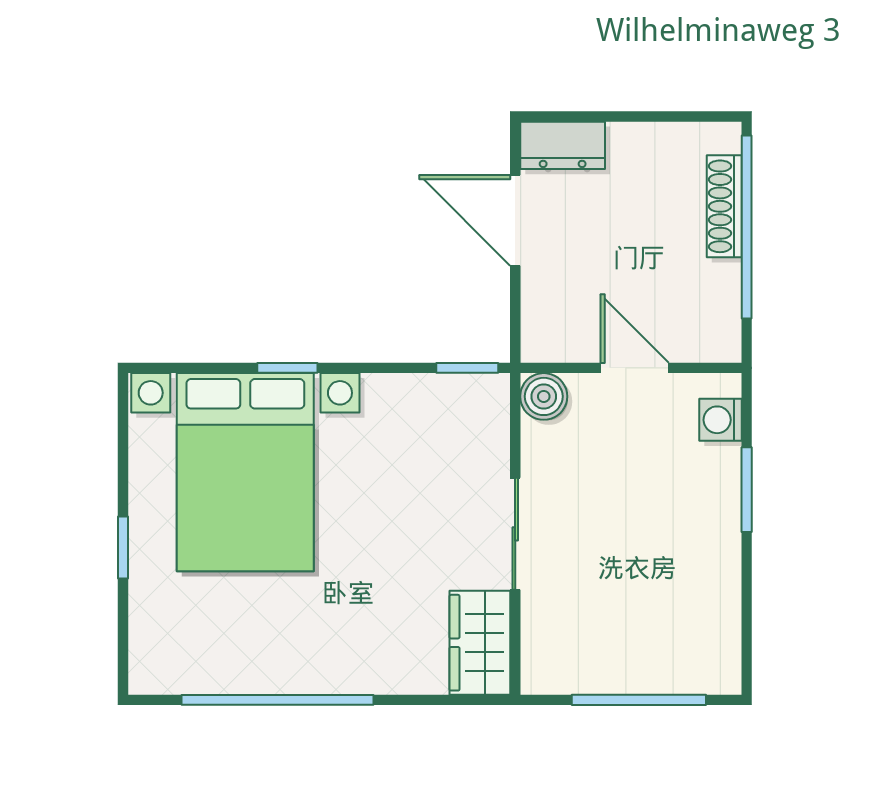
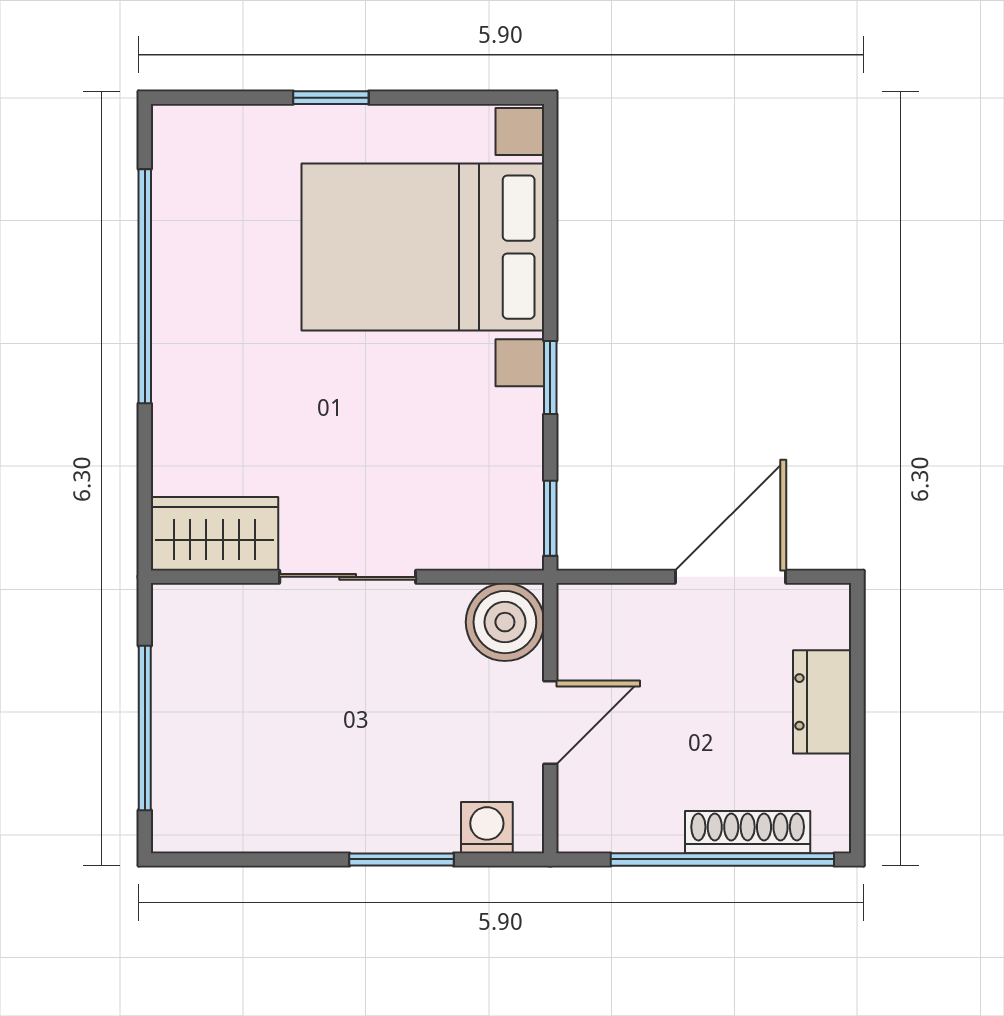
dresser: (563, 145) -> (822, 702), moved
window: (287, 368) -> (550, 378), moved
boiler: (544, 396) -> (505, 622), width x1.36, depth x1.36

